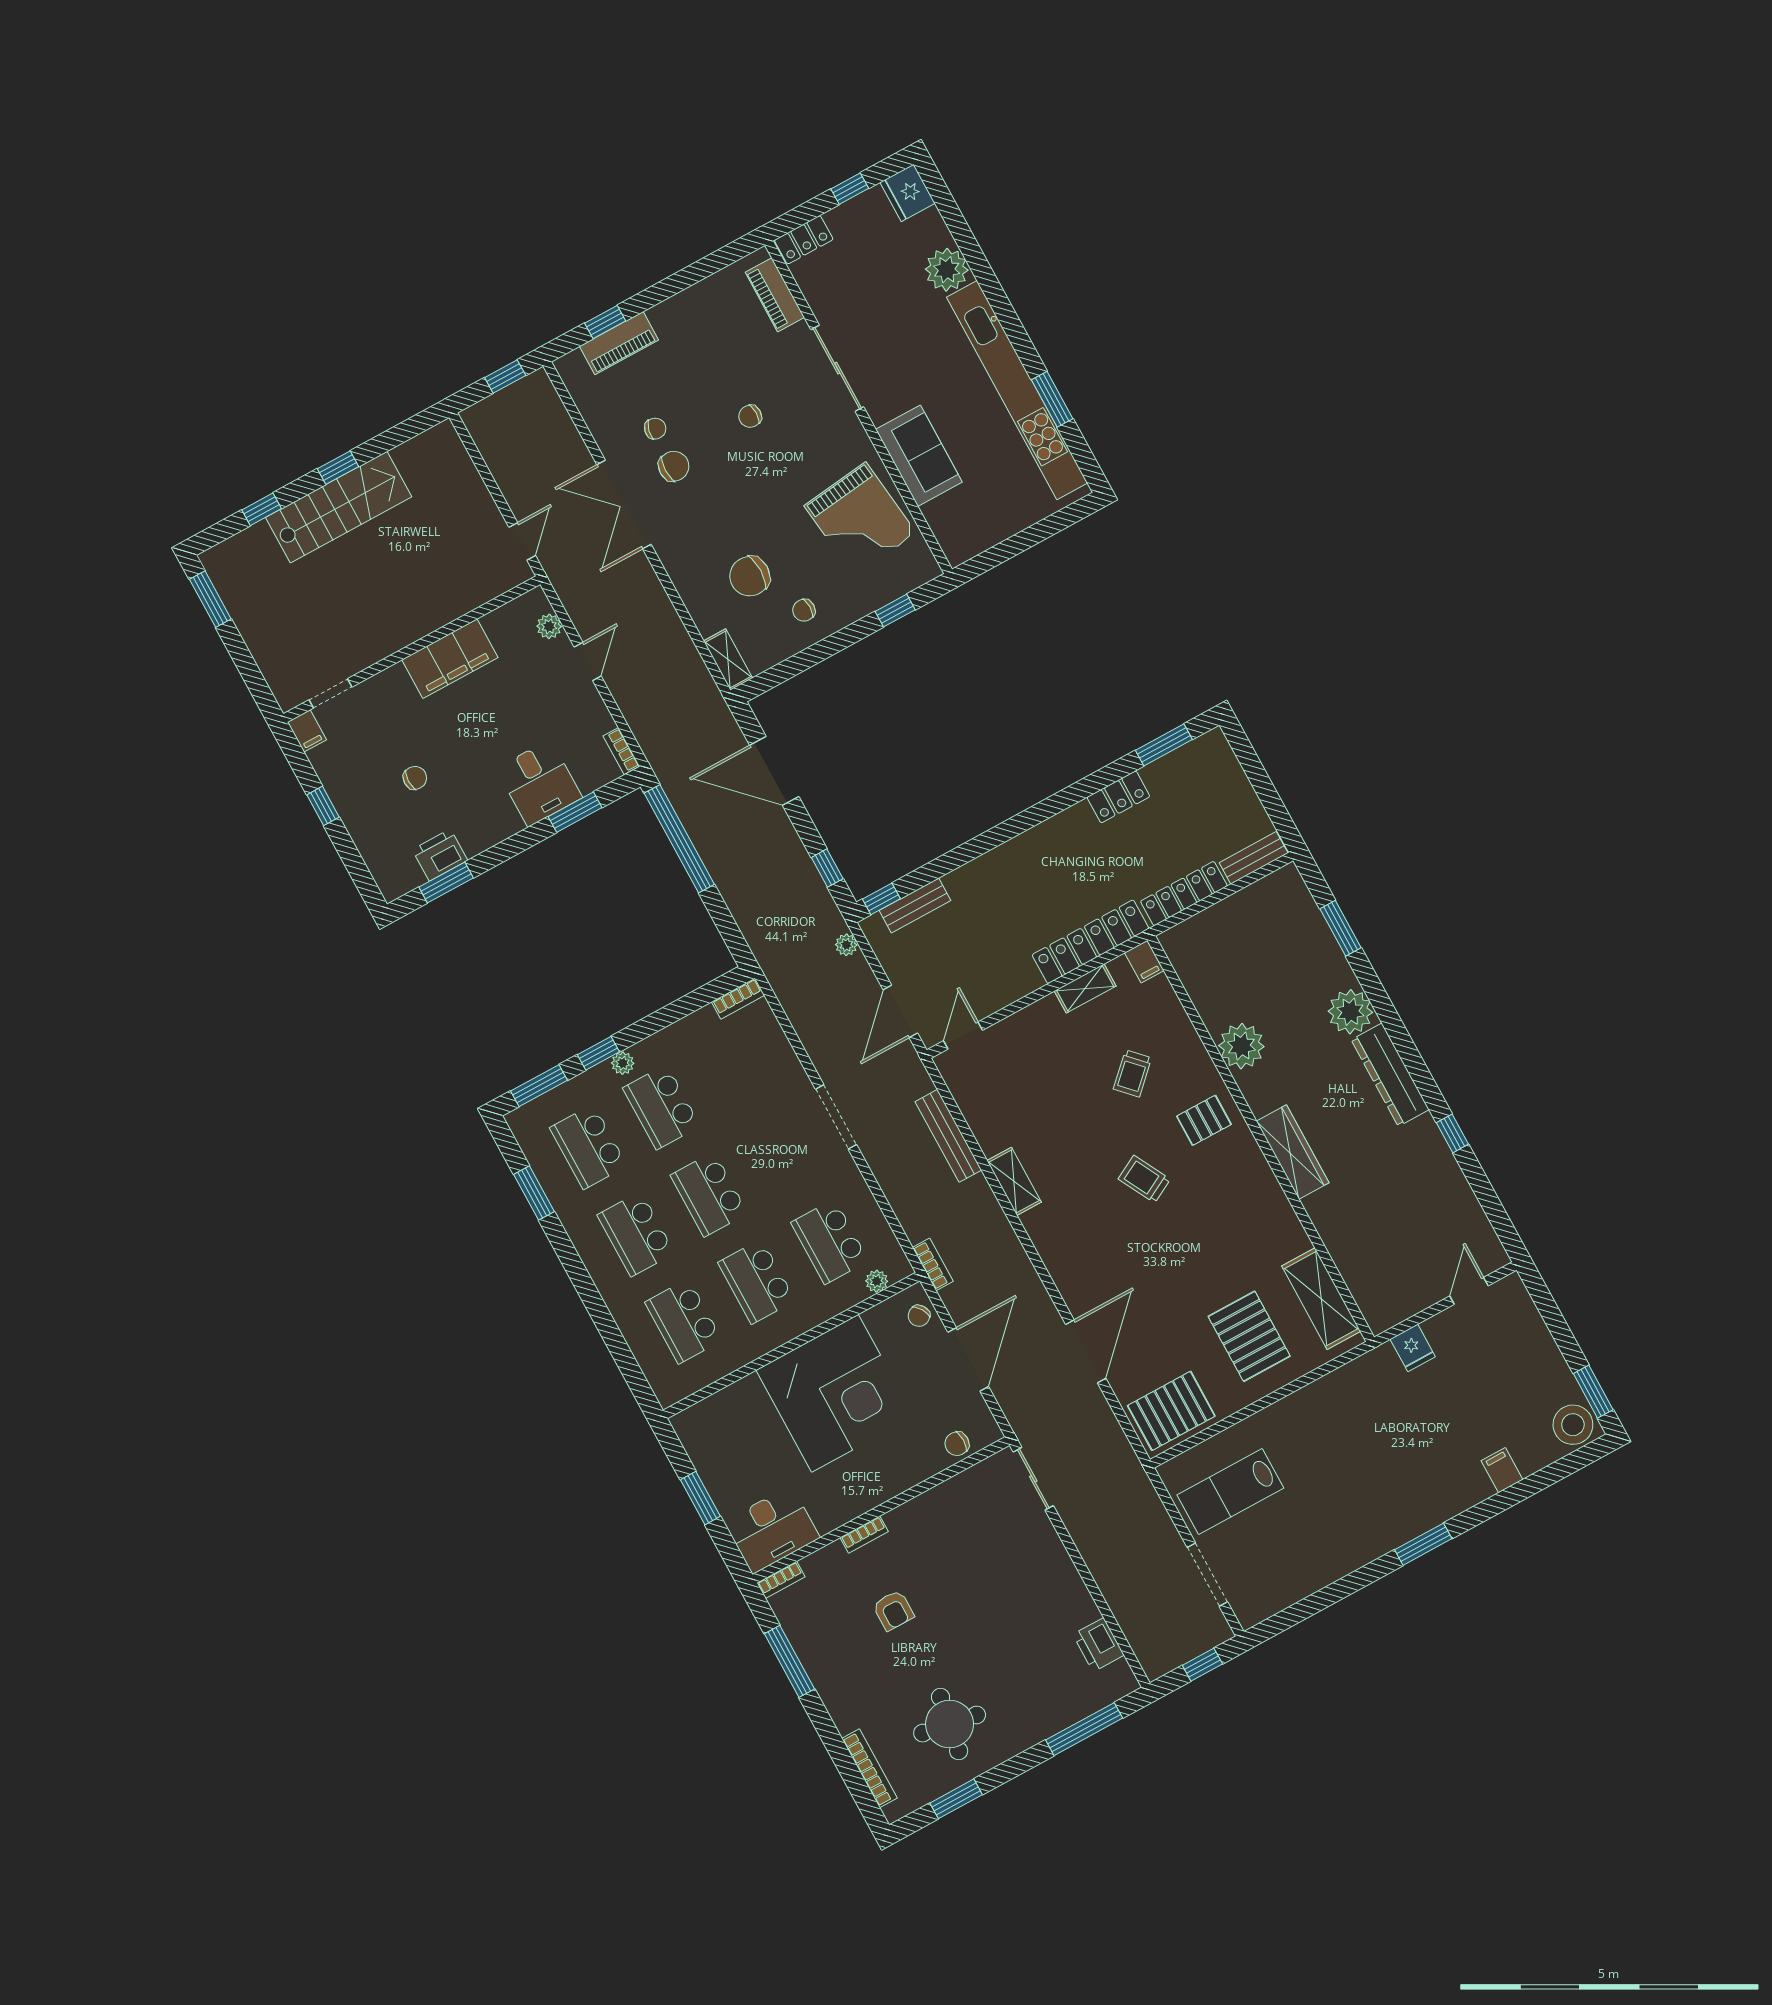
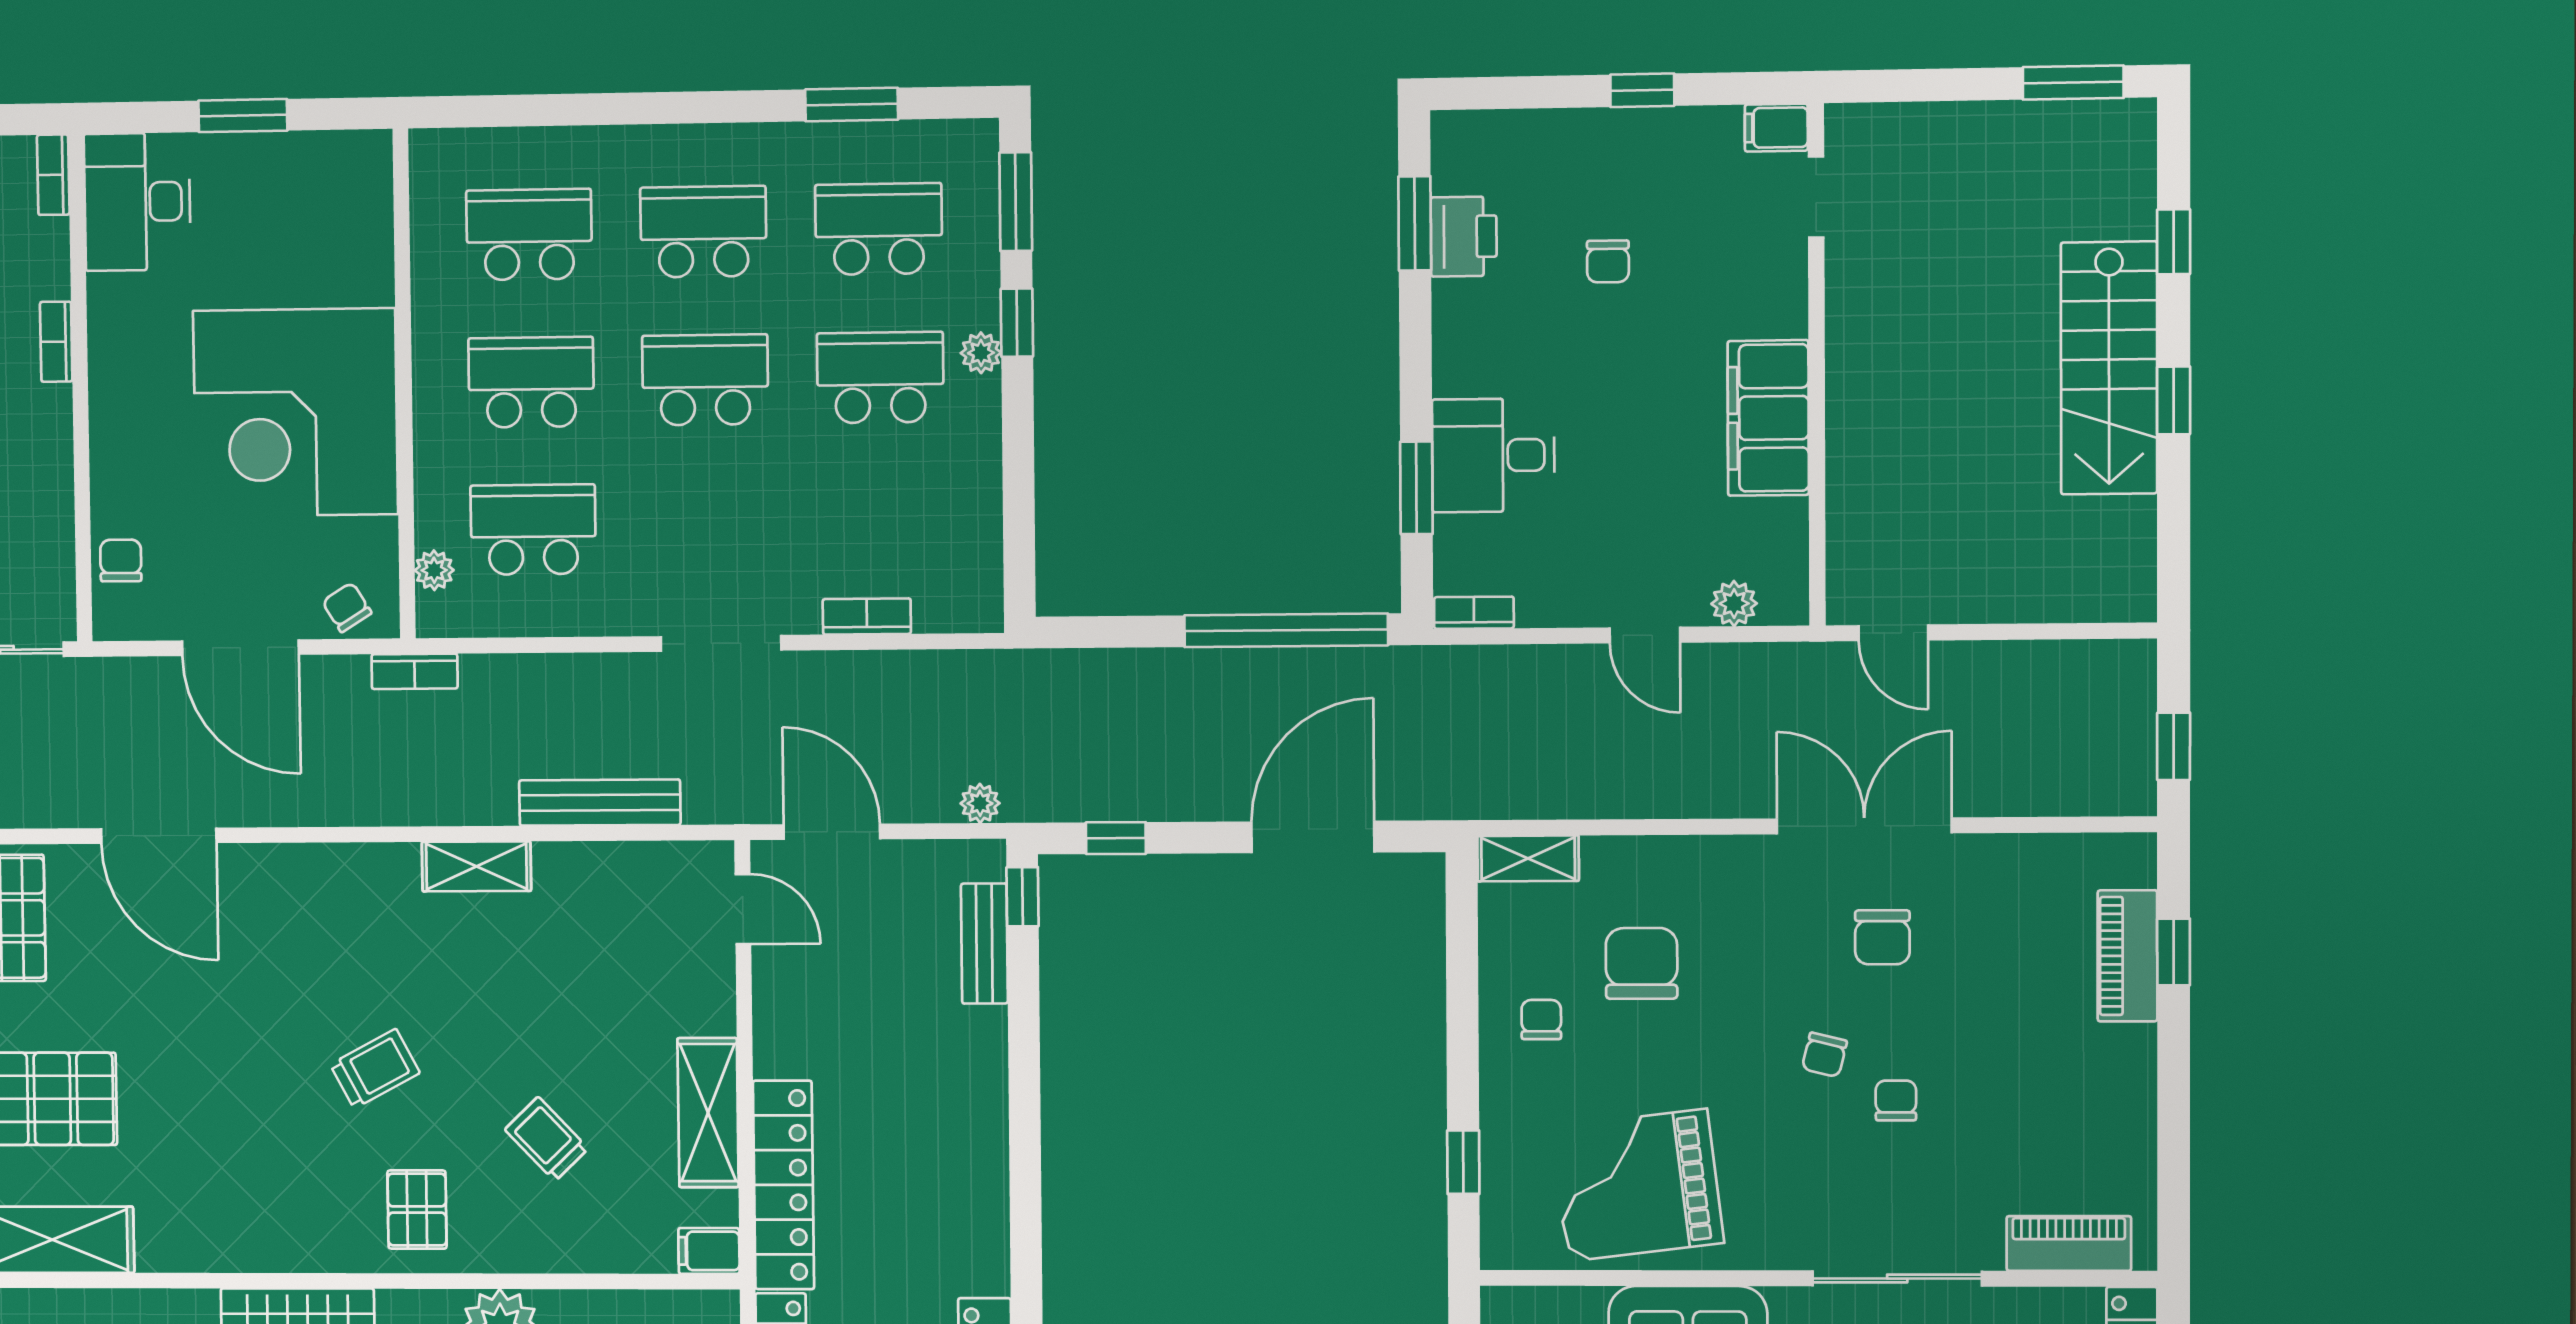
chair: (655, 429) -> (1824, 1055), moved
shelving: (1085, 988) -> (708, 1113), width x1.50, depth x1.33
bookcase: (738, 999) -> (867, 616), moved, turned 90

